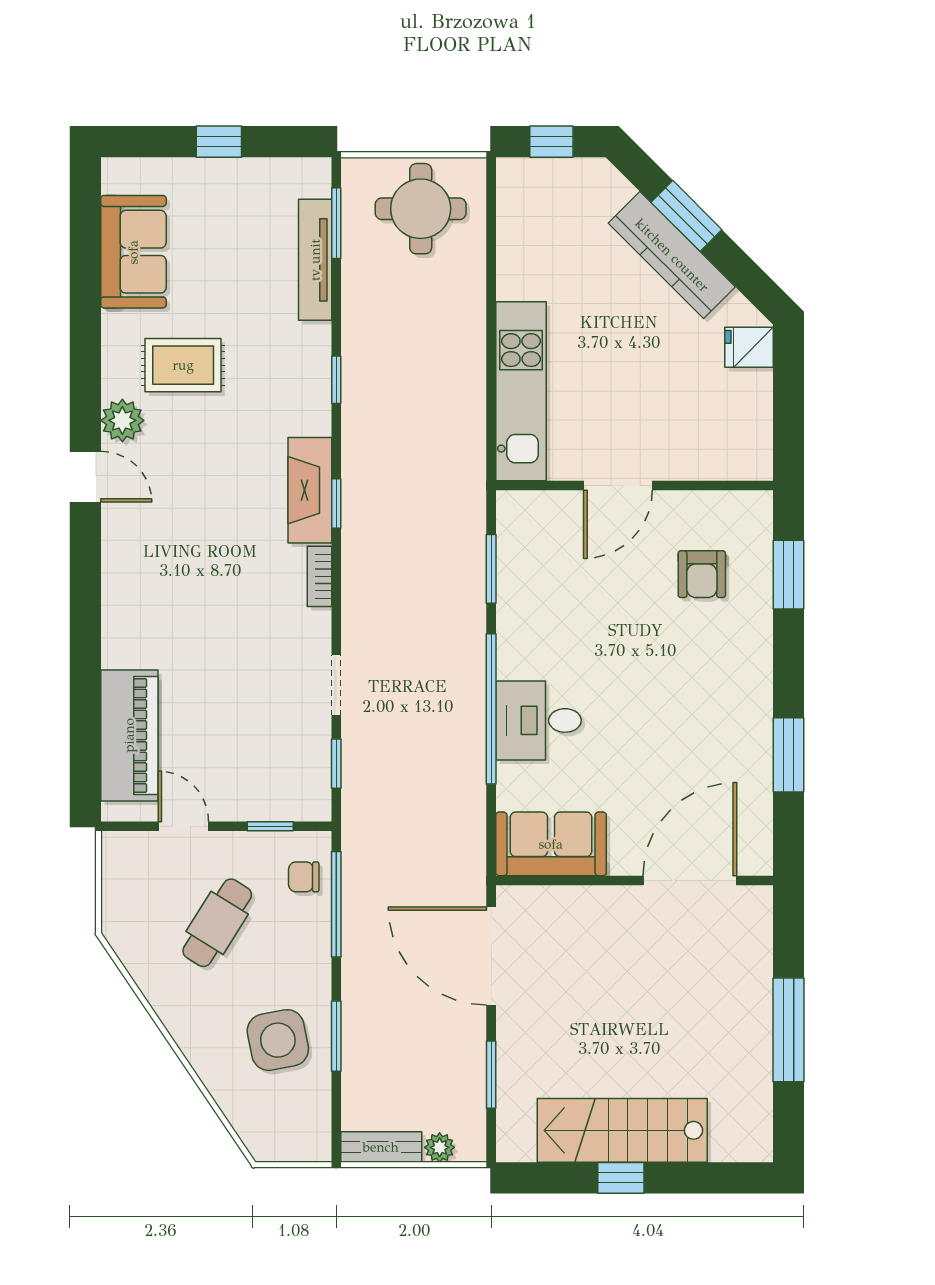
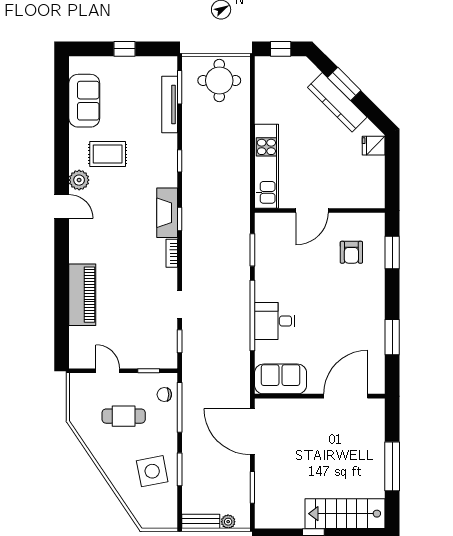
piano: (129, 735) -> (82, 295), moved
cafe table: (217, 923) -> (124, 416), turned 58
stairs: (622, 1130) -> (345, 514), moved

